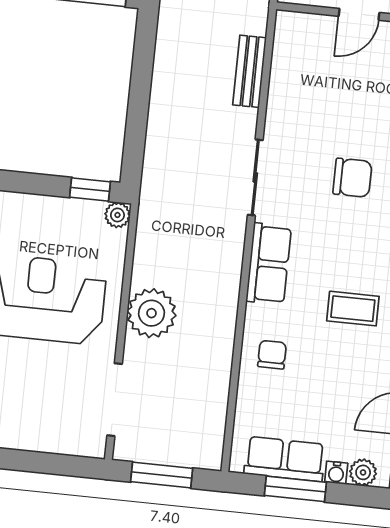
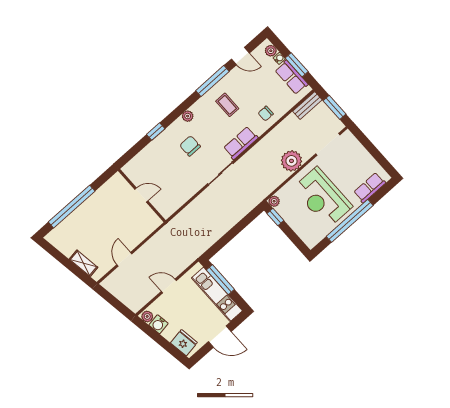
bench: (250, 71) -> (307, 105), moved

